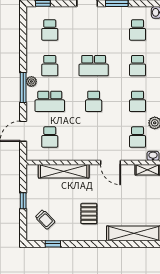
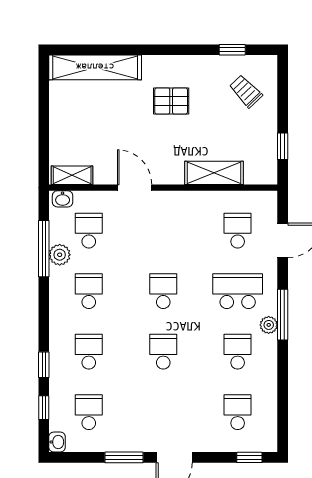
school desk: (94, 66) -> (163, 352), width x0.54
shelving: (64, 171) -> (214, 173), width x0.68
window: (23, 201) -> (283, 146), moved
pallet: (89, 214) -> (171, 101), turned 90

